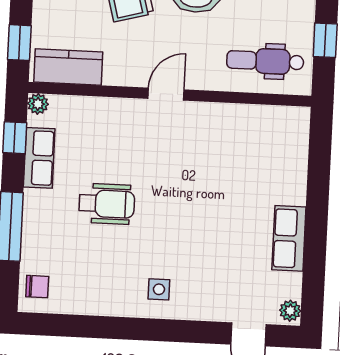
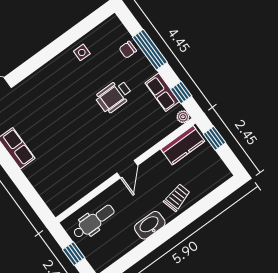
chair: (37, 287) -> (128, 50), moved
side table: (159, 289) -> (82, 52), moved

